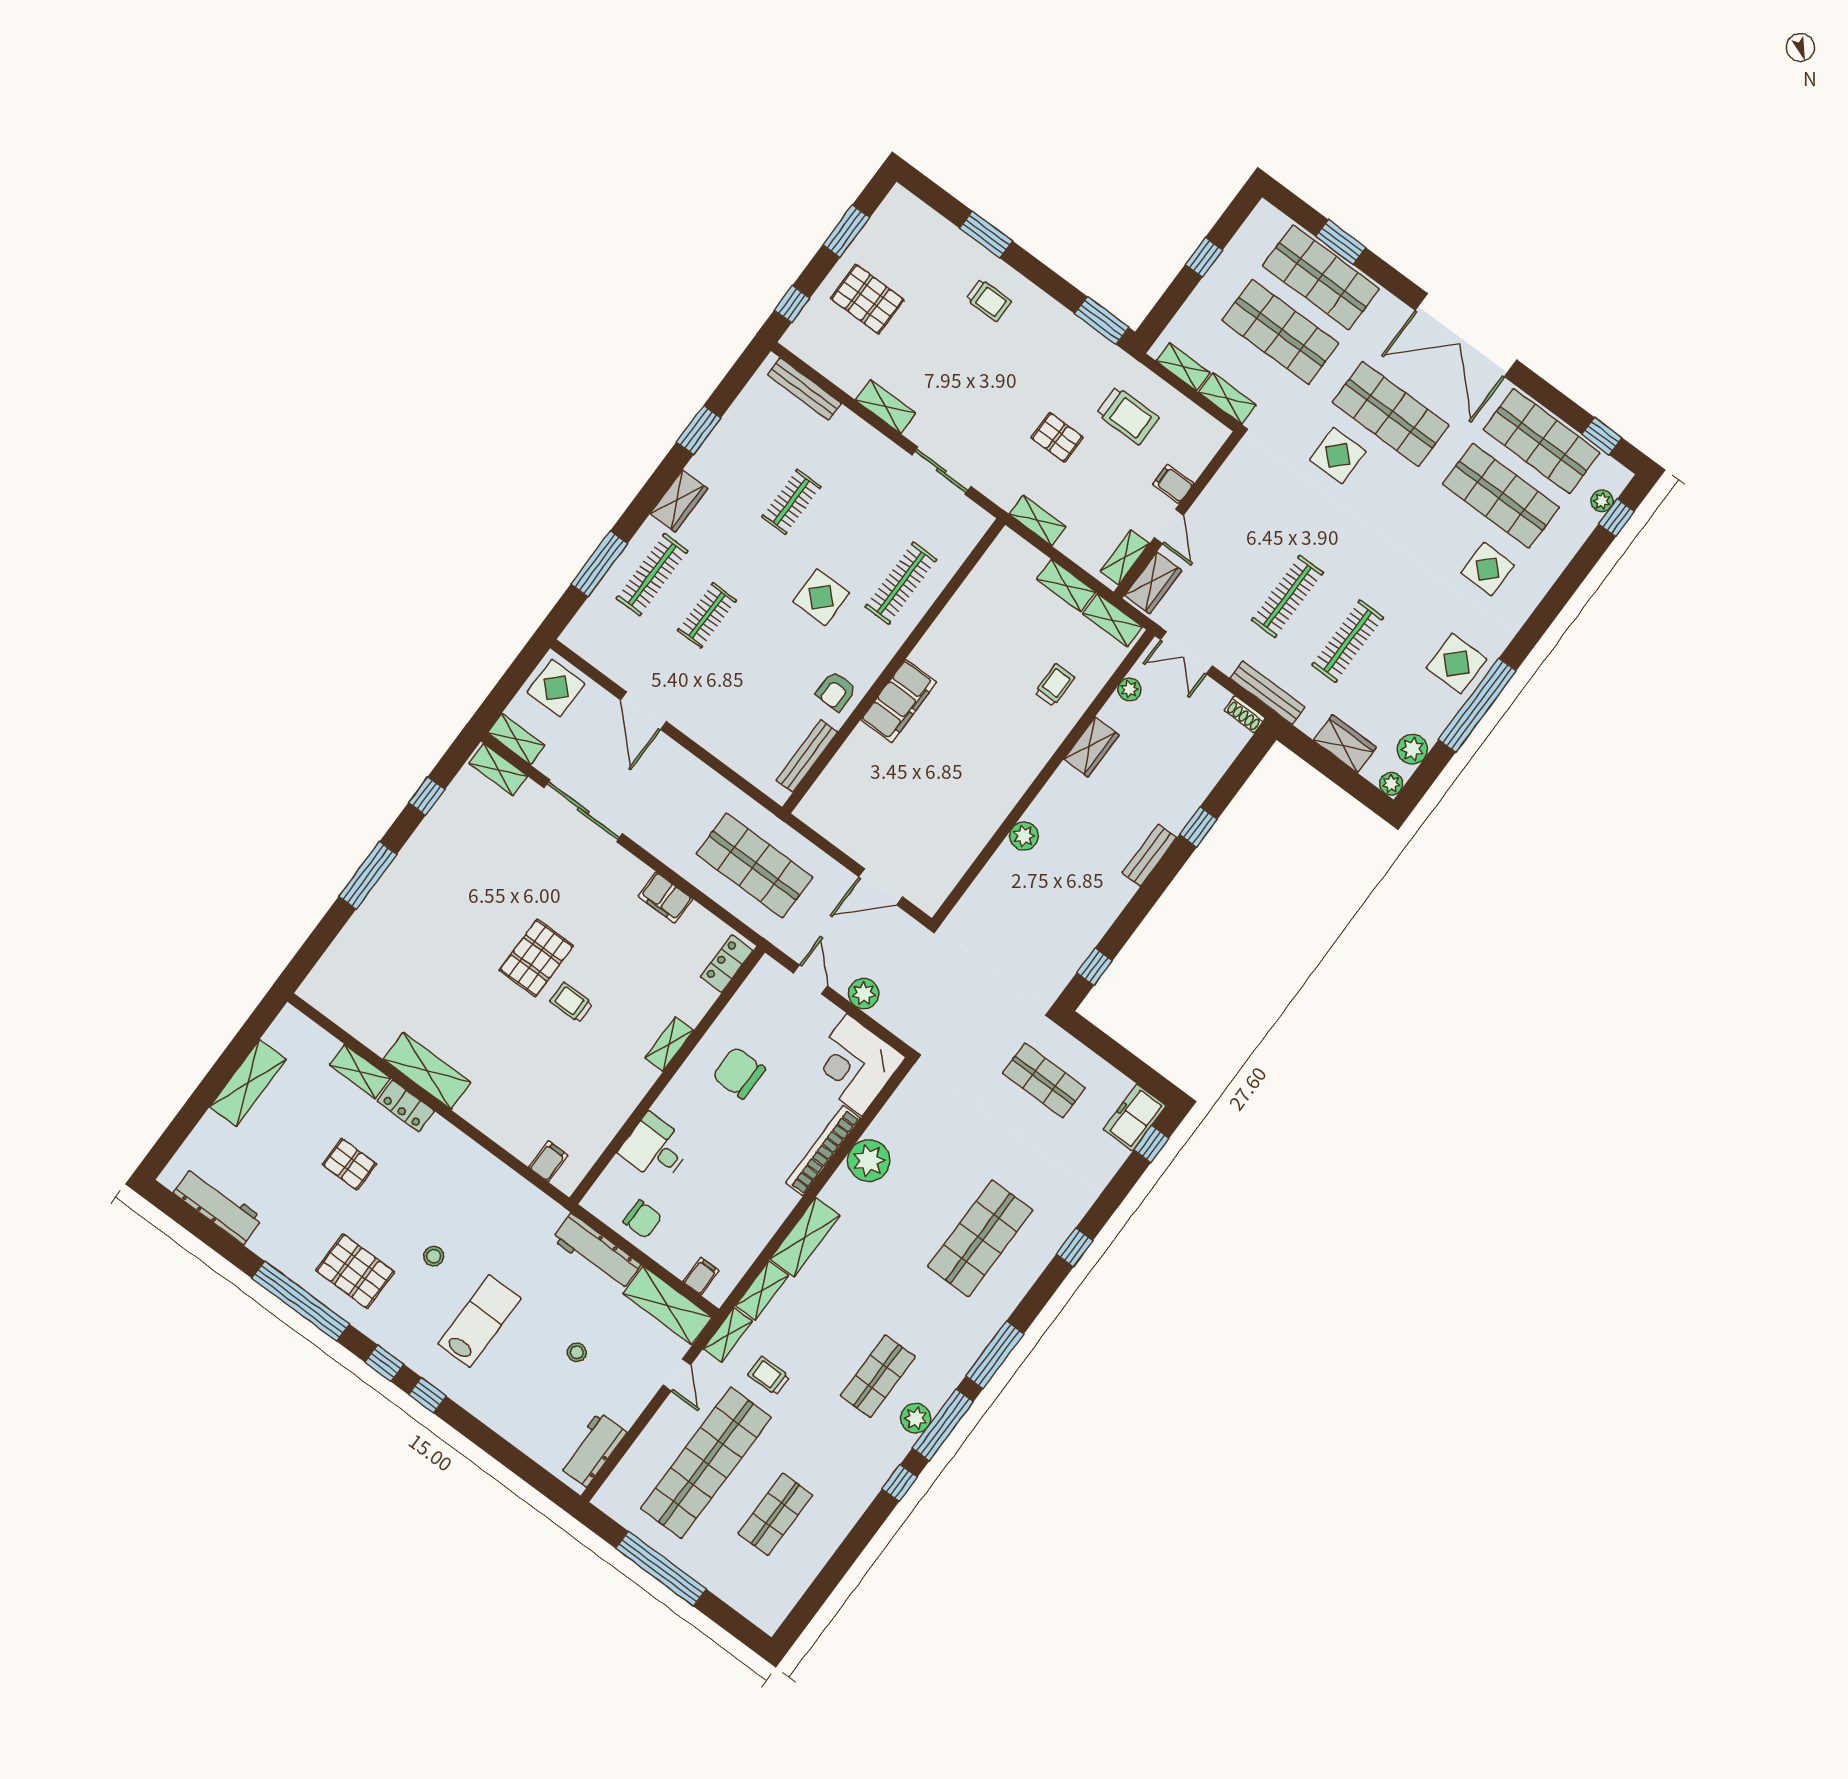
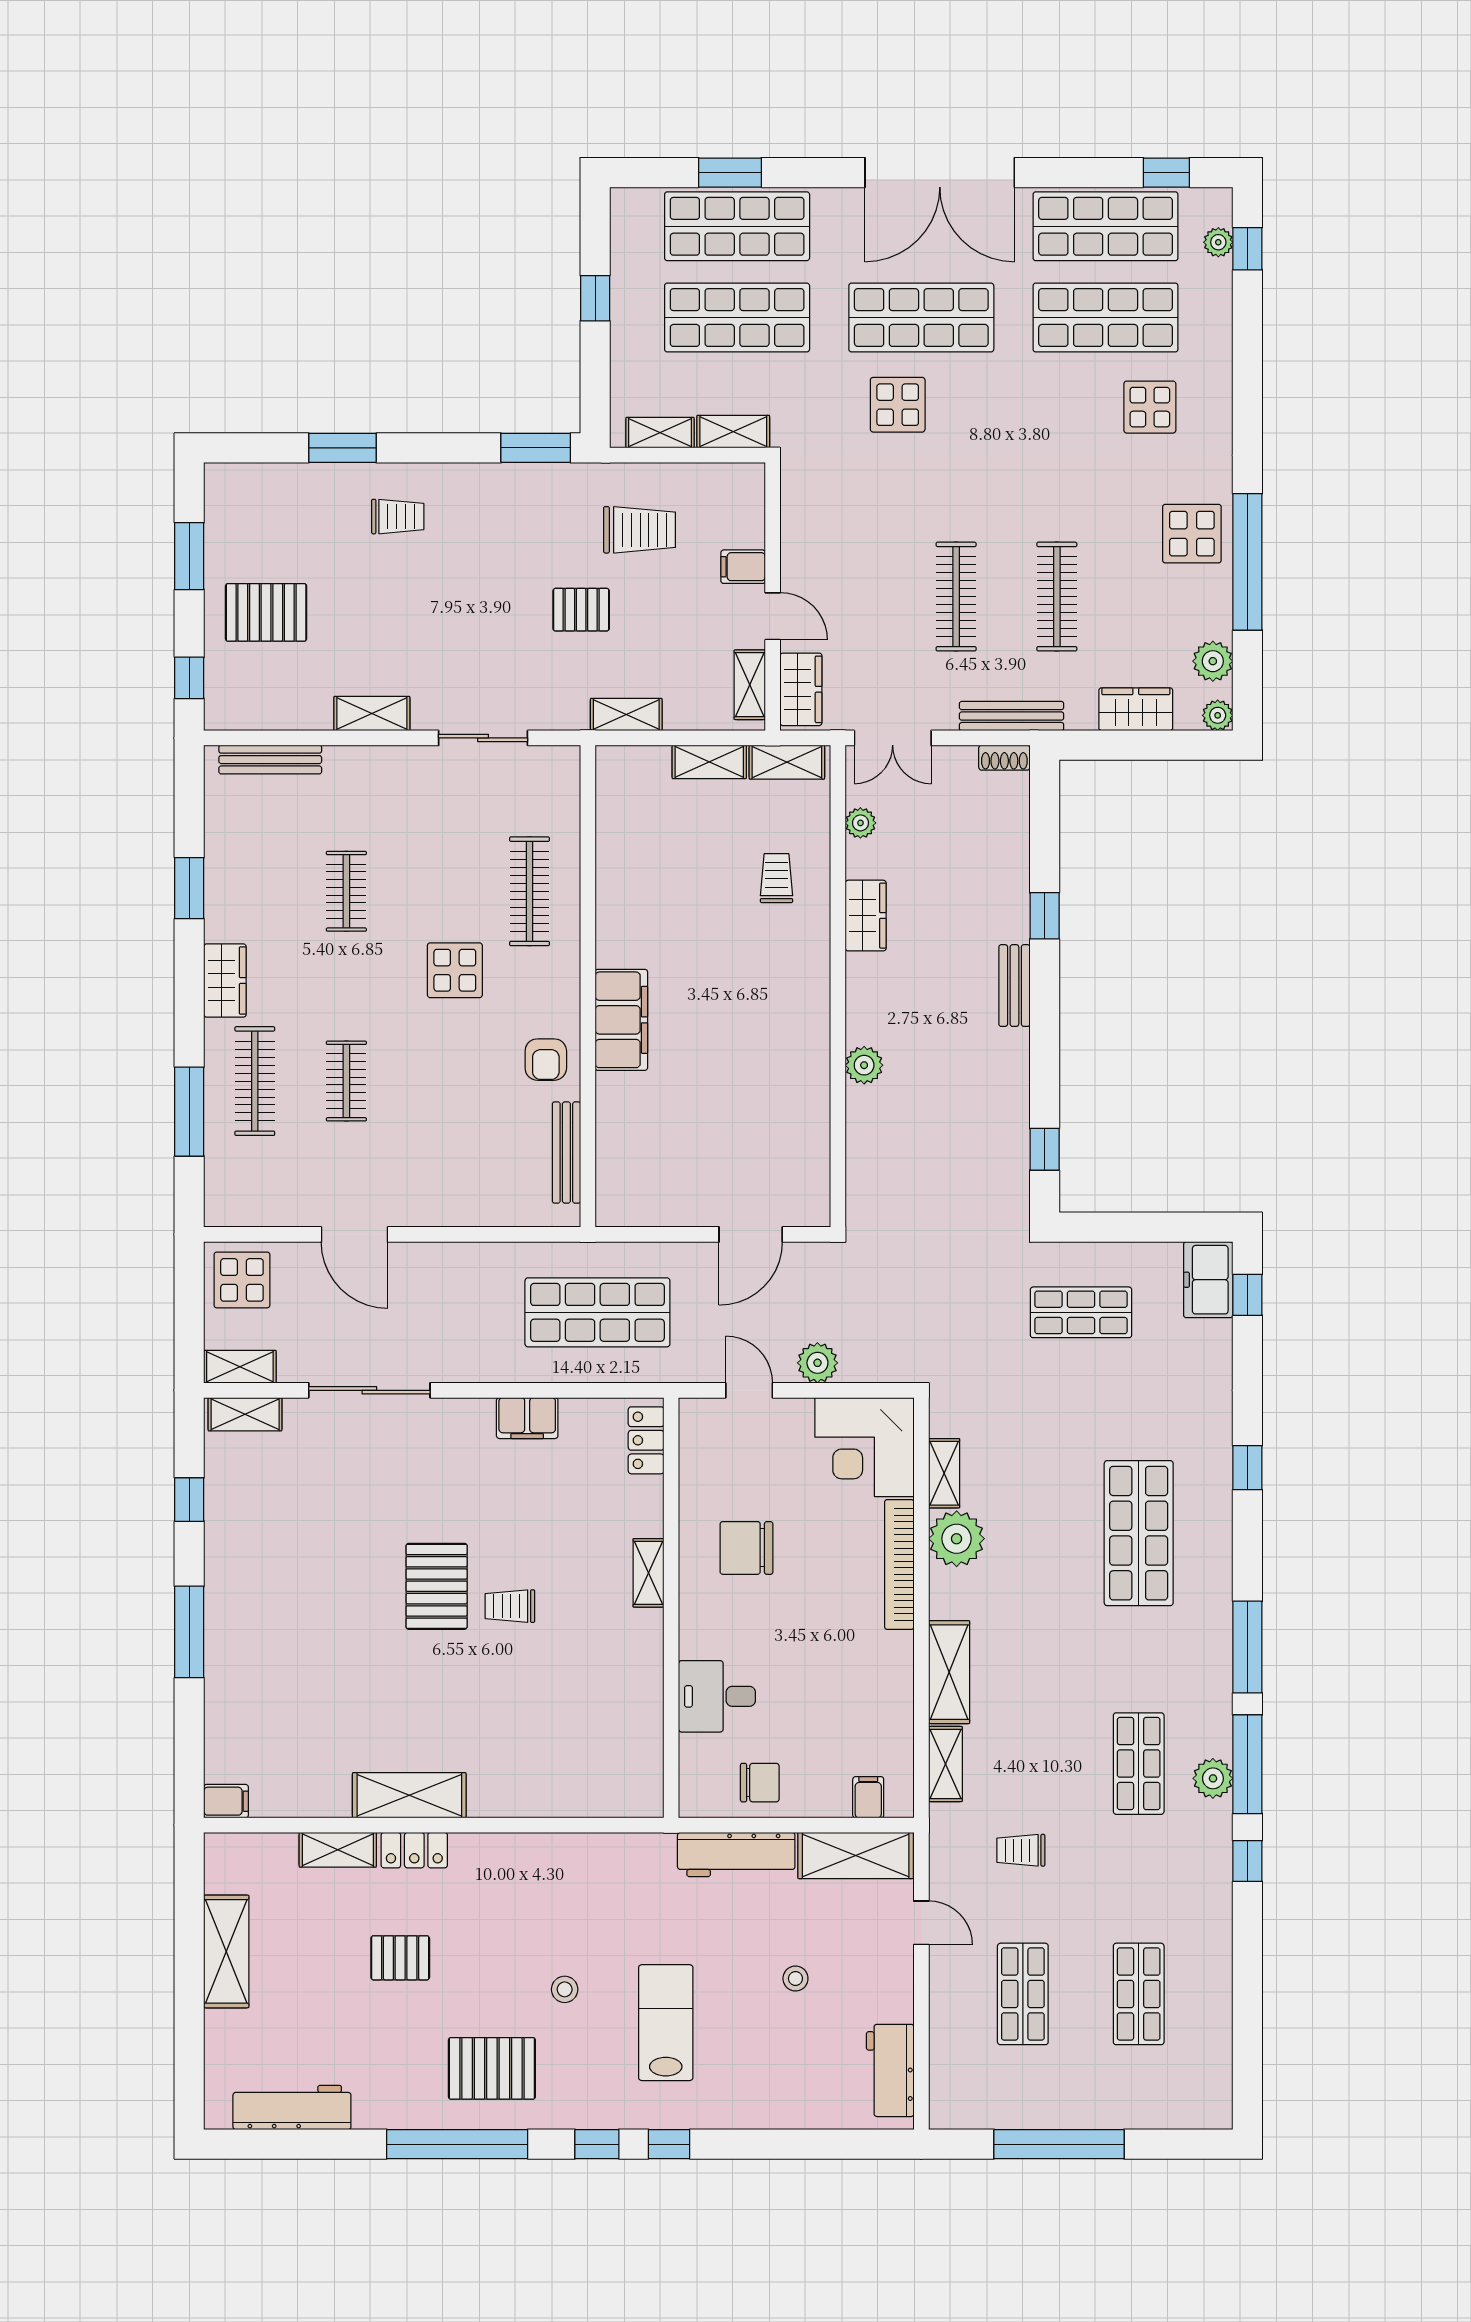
filing cabinet: (548, 1161) -> (226, 1801), moved, turned 90
shelving: (728, 1335) -> (944, 1473), moved
shop shelf: (706, 1463) -> (1023, 1994), width x0.50, depth x0.74

